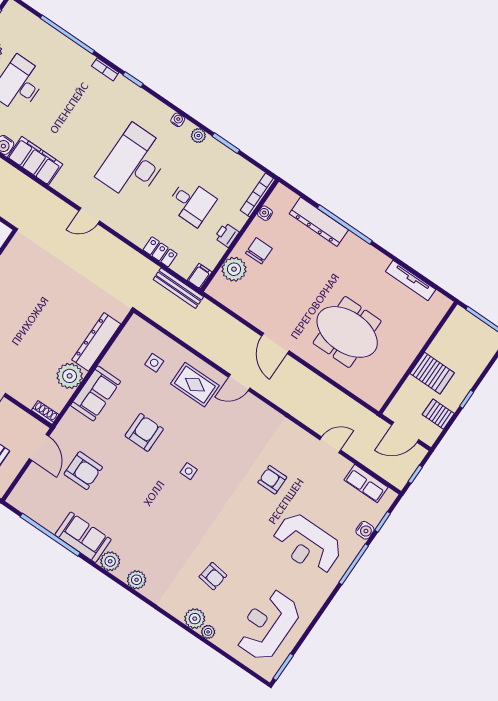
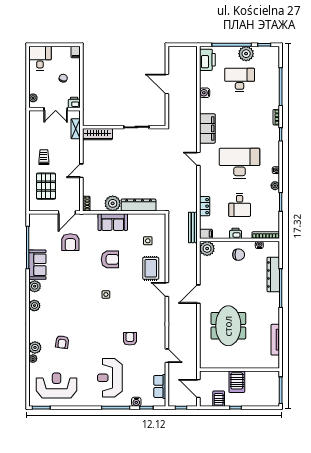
filing cabinet: (35, 161) -> (207, 128), moved
plant: (234, 269) -> (207, 249), moved

